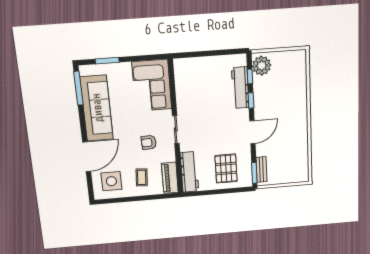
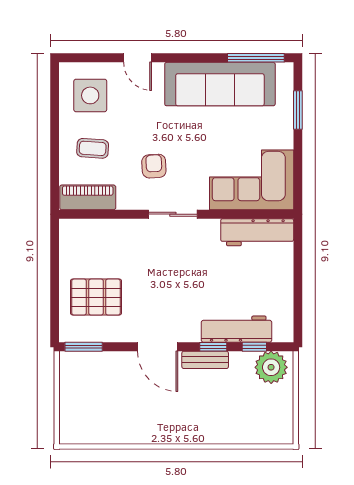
door: (87, 157) -> (138, 58), width x0.53
bench: (262, 170) -> (205, 360), moved
workbench: (189, 172) -> (257, 232), moved

